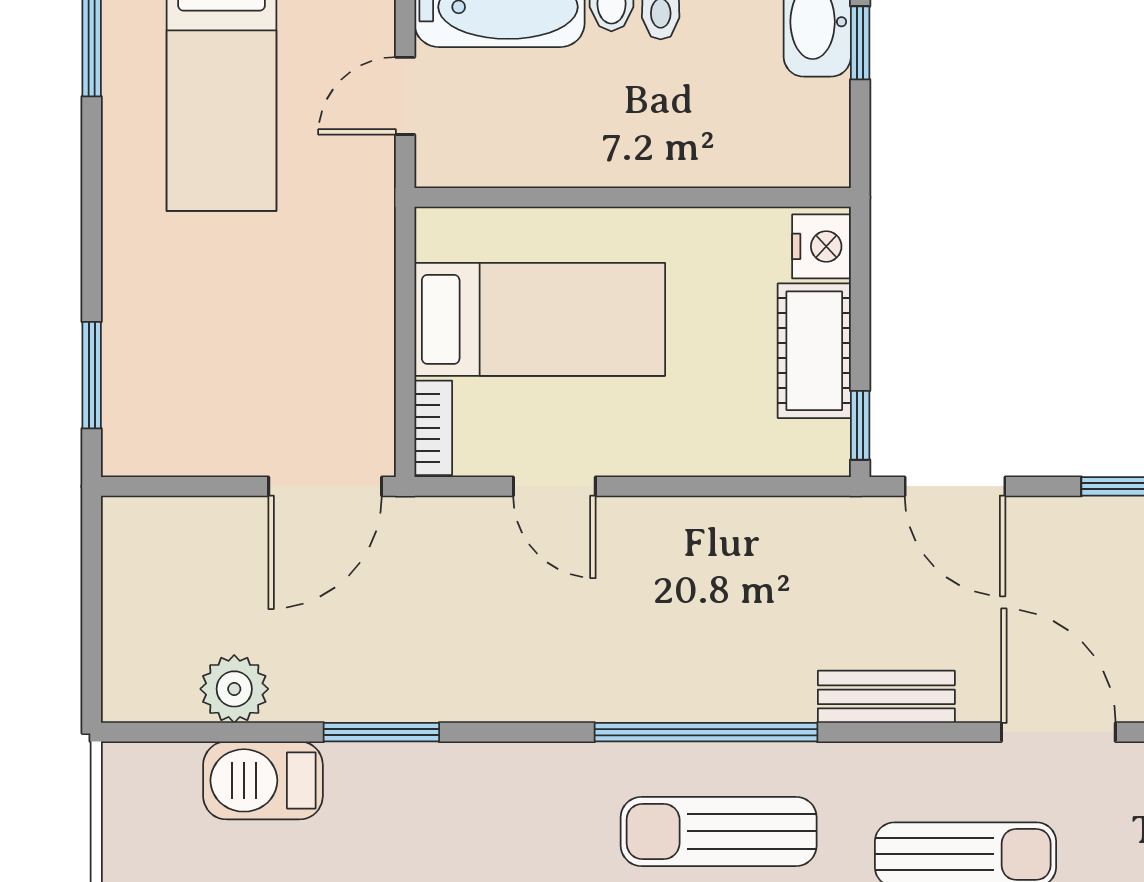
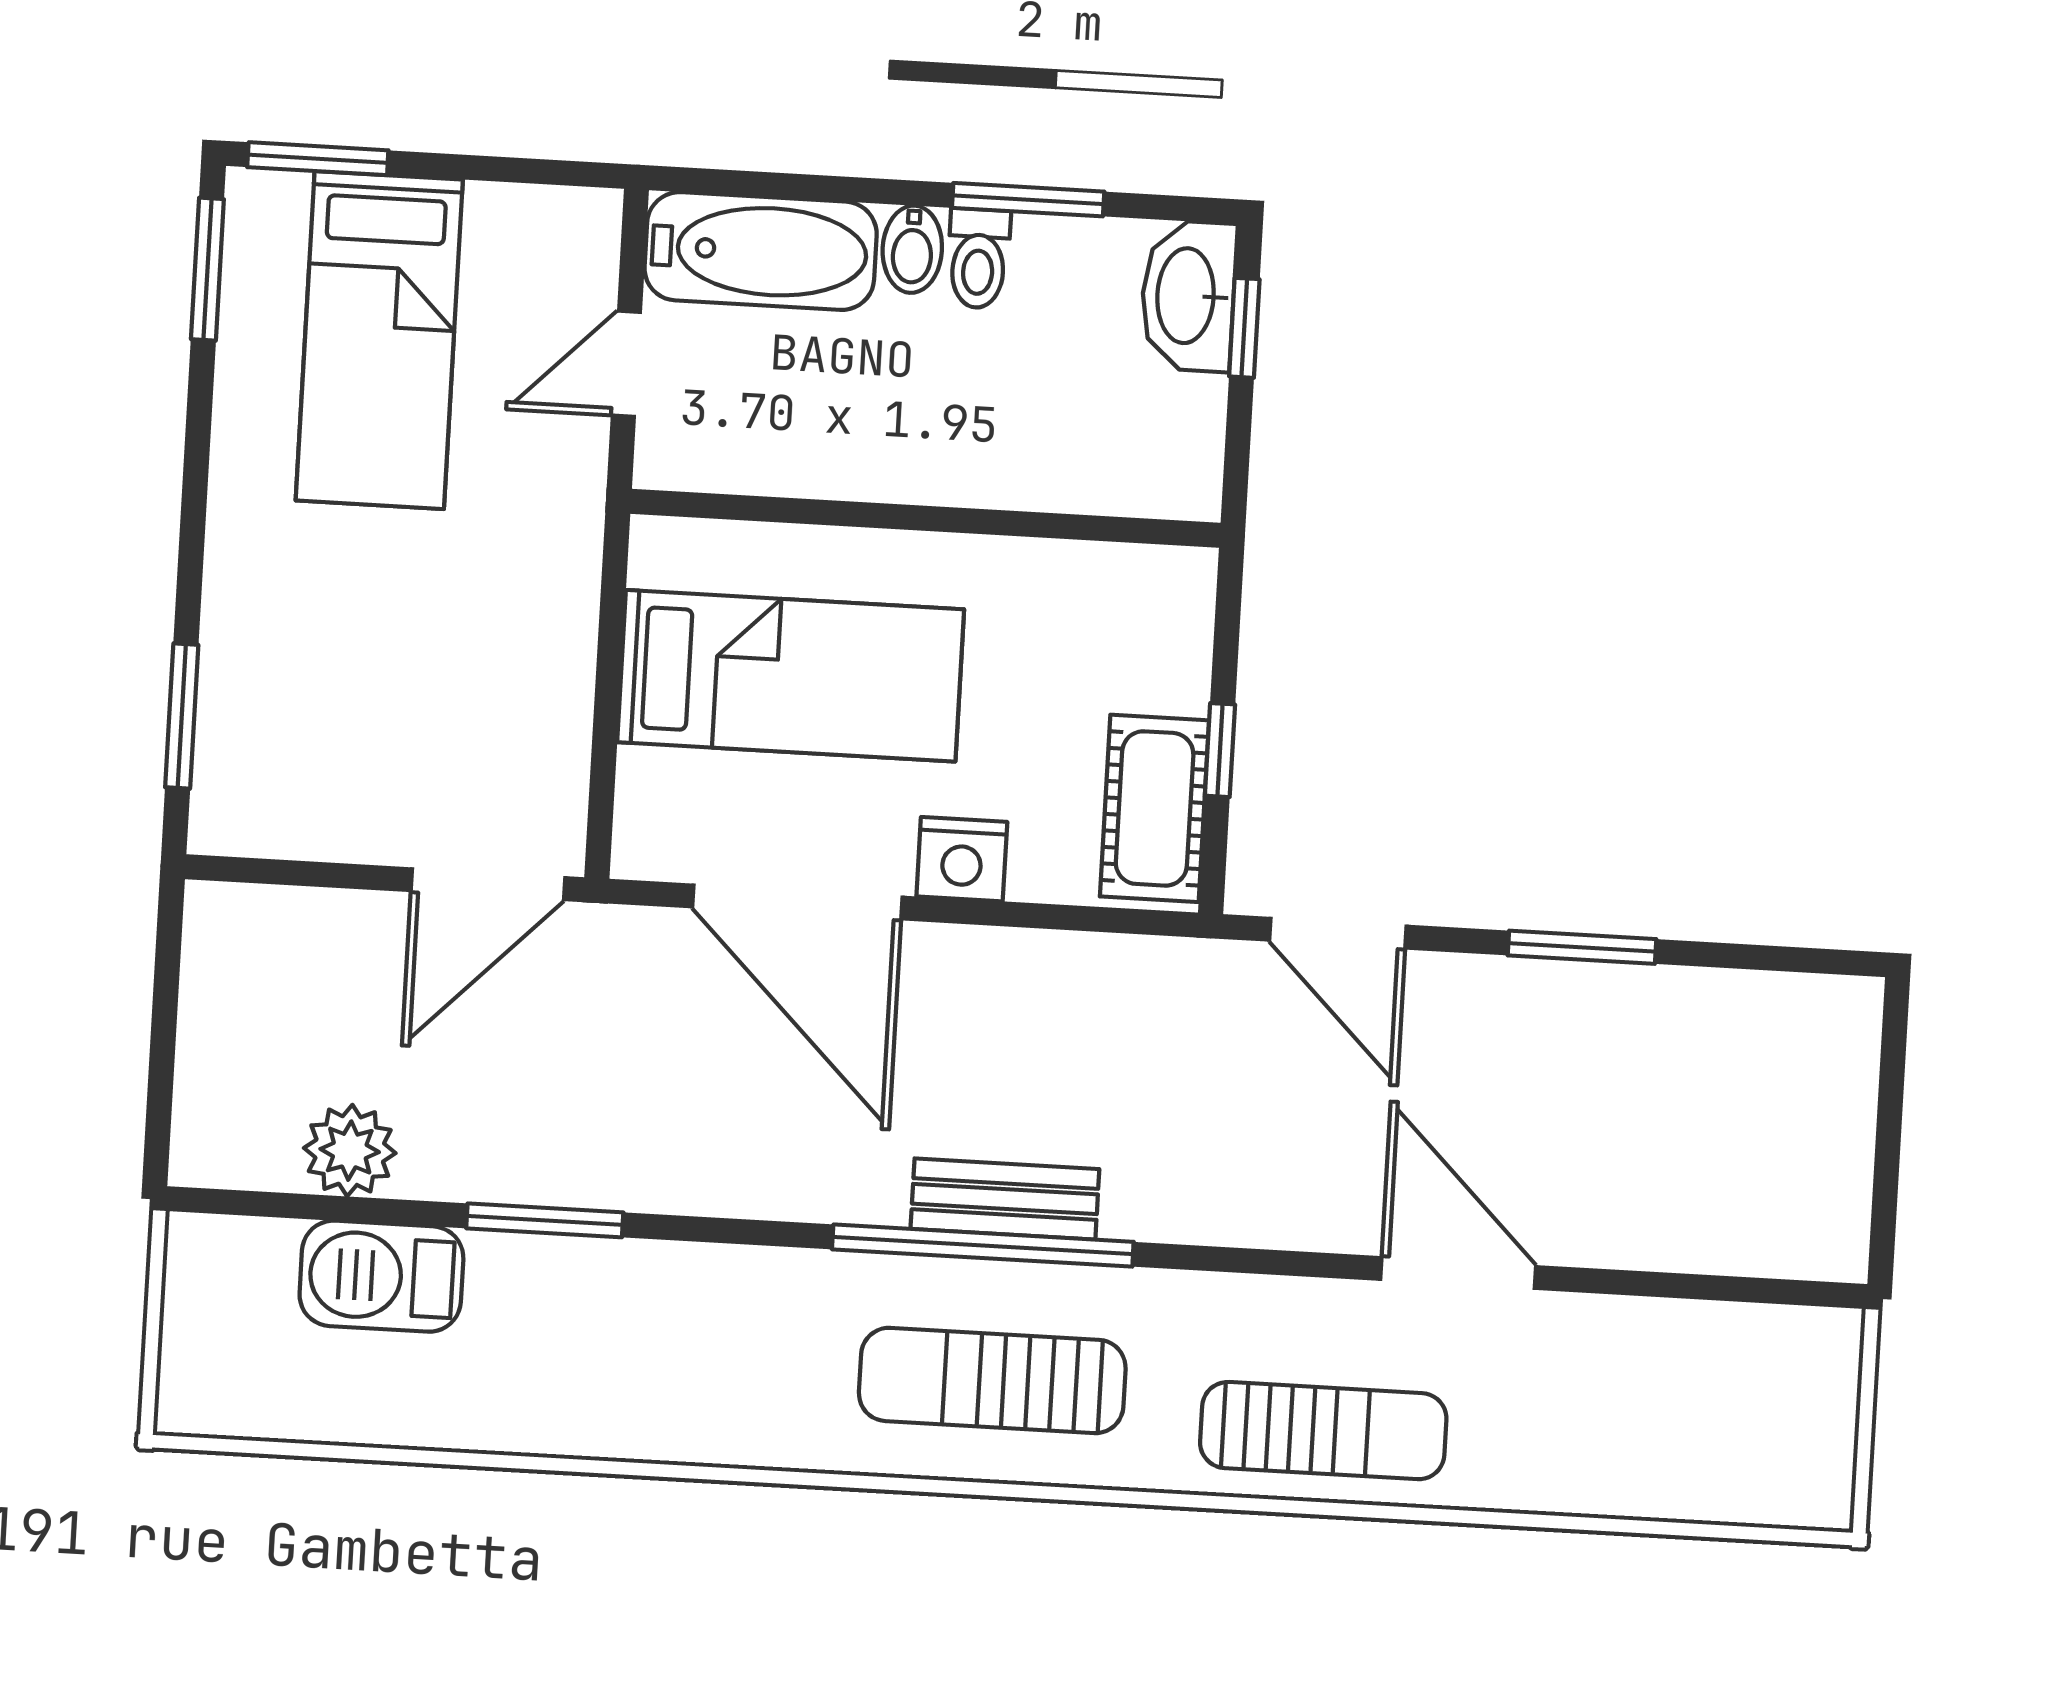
nightstand: (821, 246) -> (962, 859), moved, turned 90
cot: (814, 351) -> (1155, 808), moved
window: (860, 425) -> (1220, 750), moved
bookcase: (433, 428) -> (639, 814), removed
door: (554, 486) -> (797, 902), width x1.88
bench: (886, 697) -> (1005, 1199), moved

